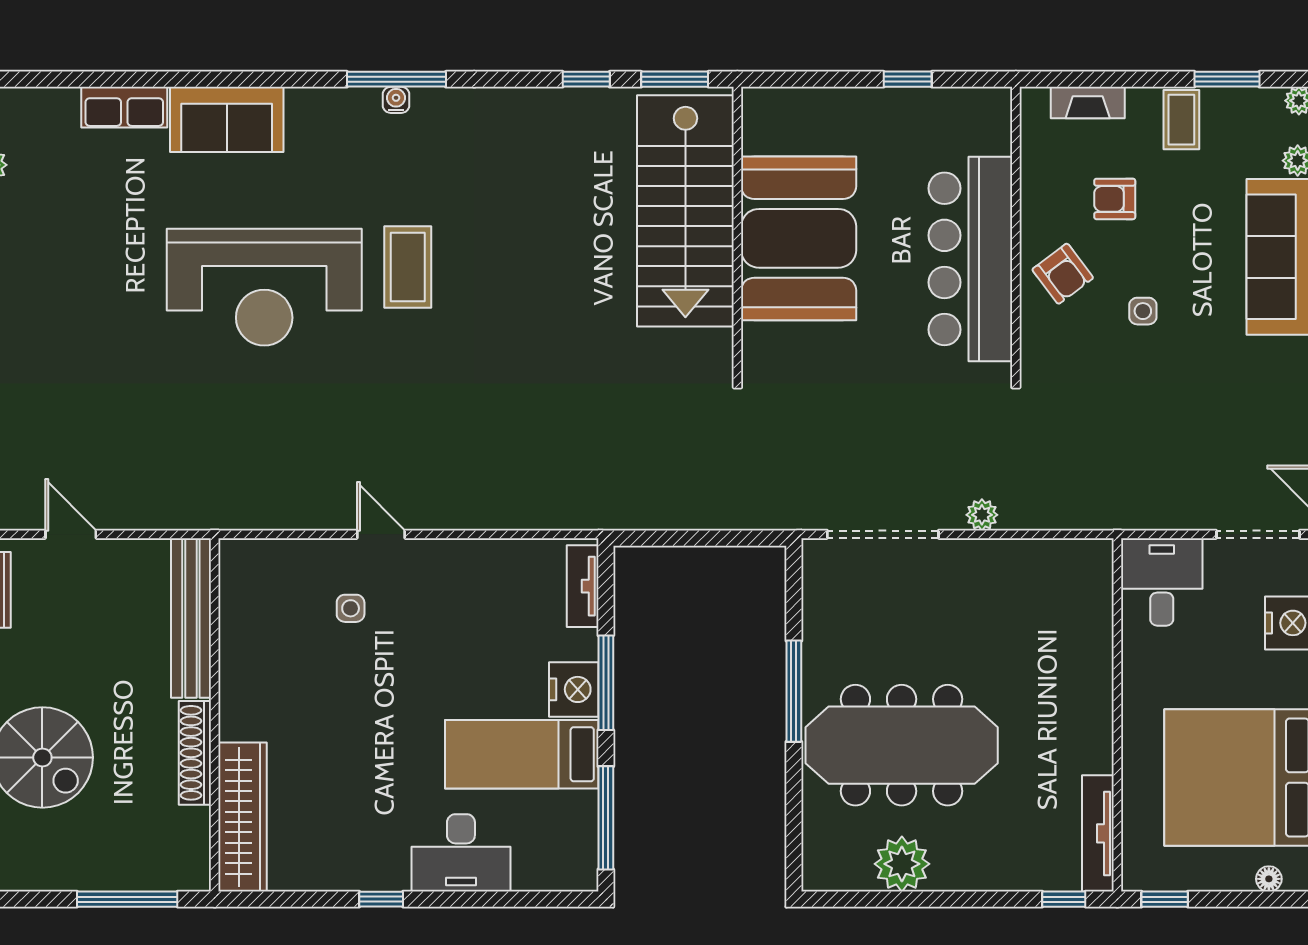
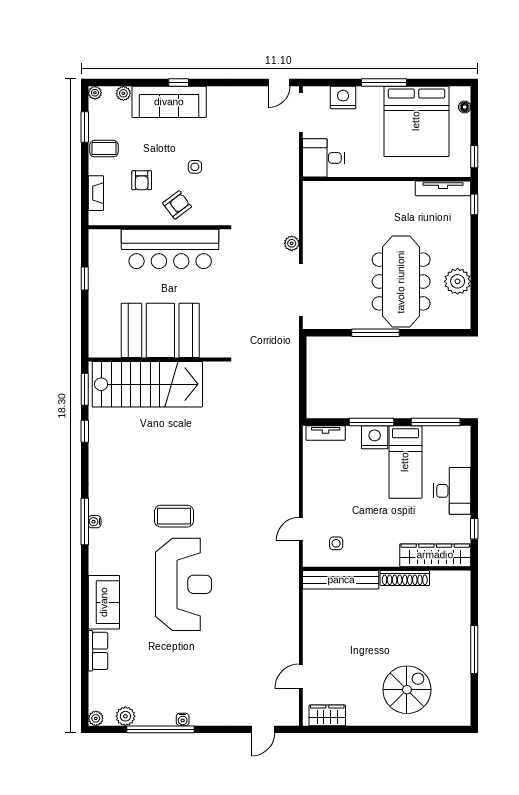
bench: (191, 618) -> (341, 580), moved
wall: (215, 715) -> (387, 569), moved
shoe rack: (195, 753) -> (405, 578), moved
wardrobe: (243, 817) -> (435, 555), moved

